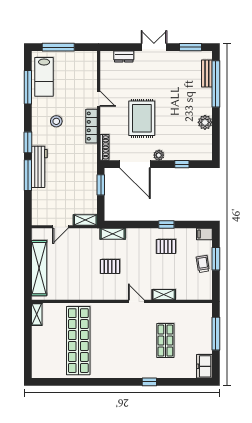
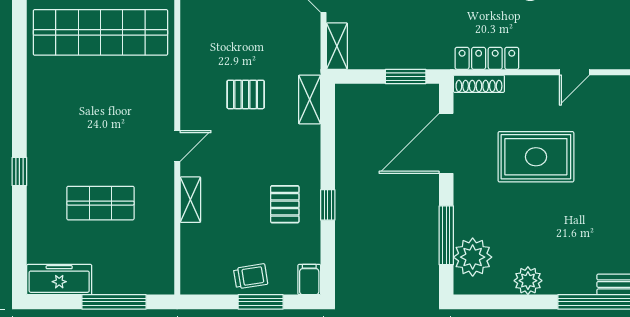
locker: (92, 126) -> (487, 58), moved
plant: (159, 155) -> (473, 257), moved, width x1.87, depth x1.87
window: (182, 164) -> (446, 235), width x2.17
pallet: (110, 266) -> (246, 94), turned 90
freezer: (204, 366) -> (59, 280), width x1.40

